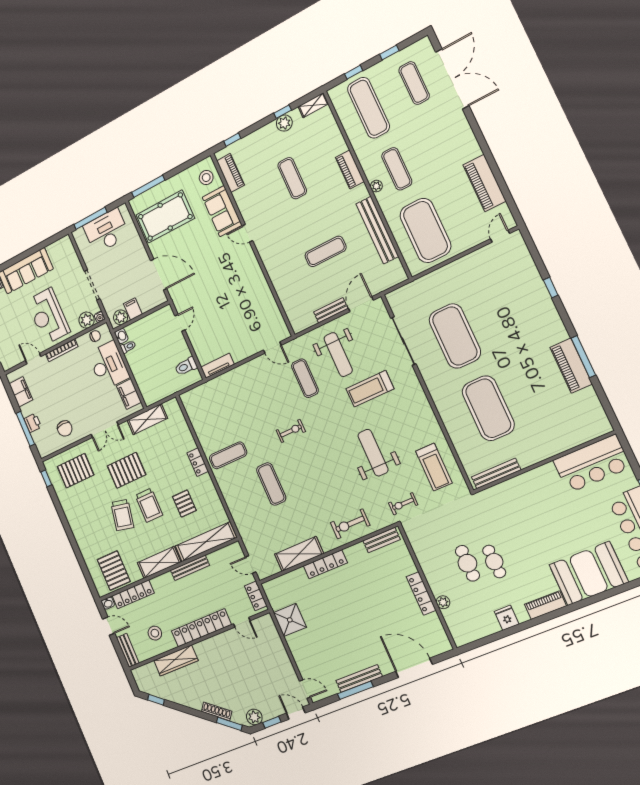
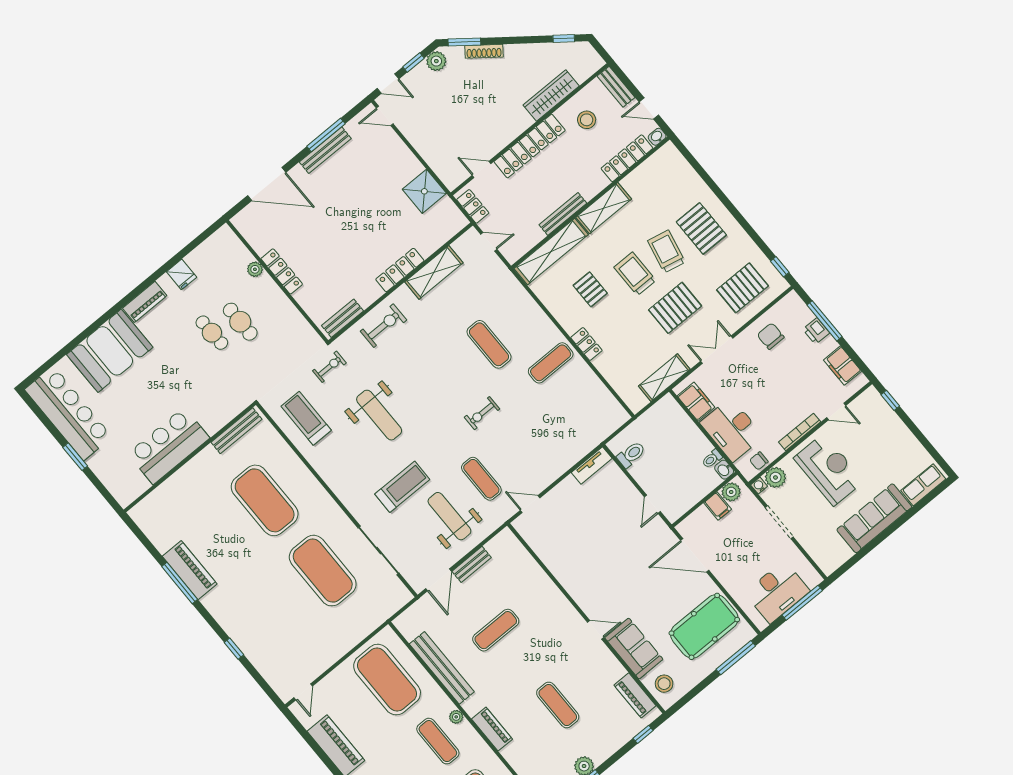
bar counter: (592, 464) -> (169, 446), moved
pallet: (114, 571) -> (701, 228), moved

